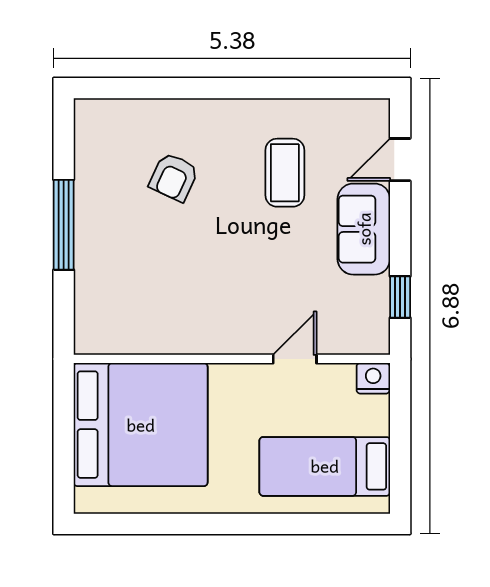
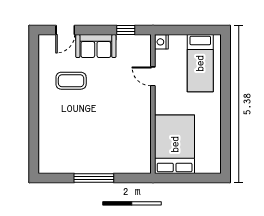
door: (400, 160) -> (65, 30), hinge flipped
armchair: (174, 177) -> (73, 130), removed
bed: (141, 425) -> (175, 144), width x0.73

